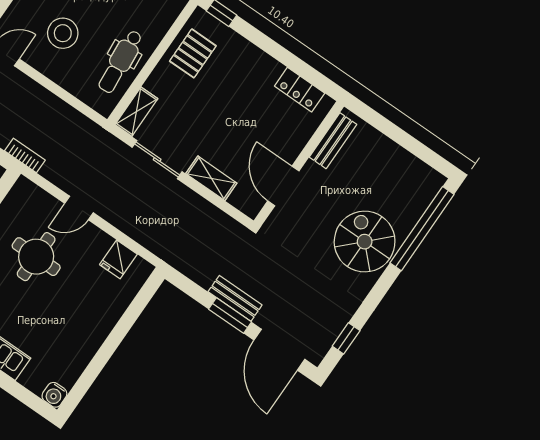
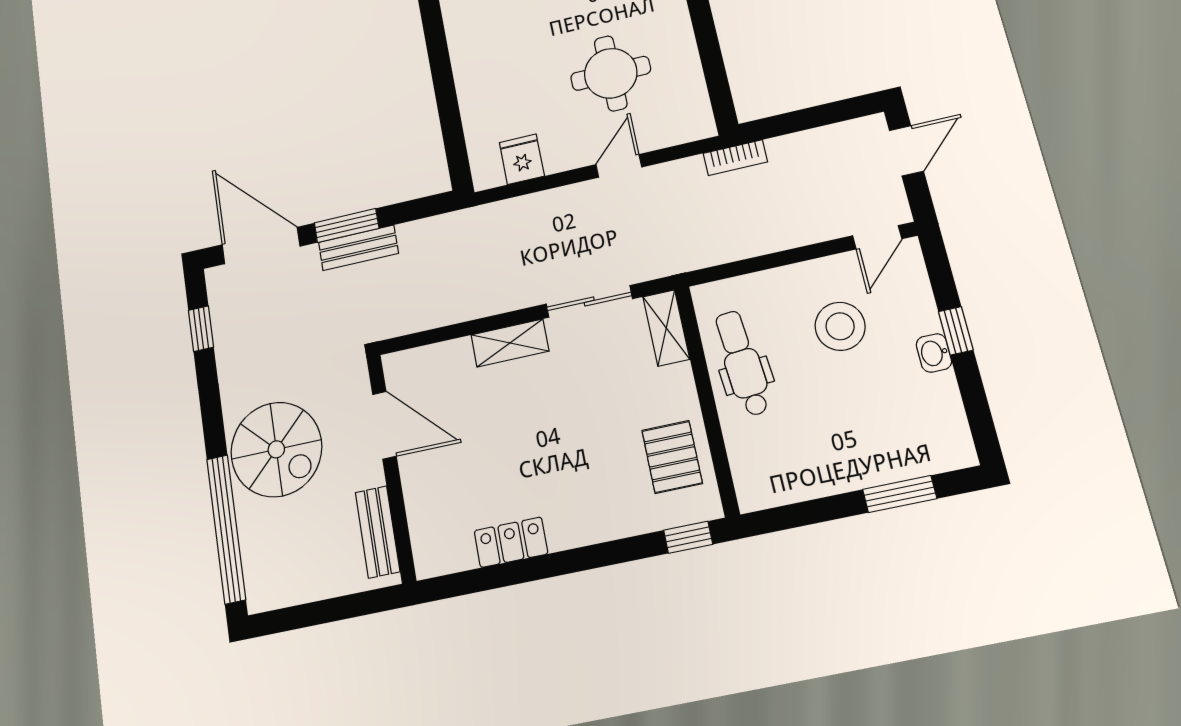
bench: (333, 141) -> (378, 532), moved
wall: (299, 164) -> (391, 467), moved
door: (283, 186) -> (384, 425), moved

